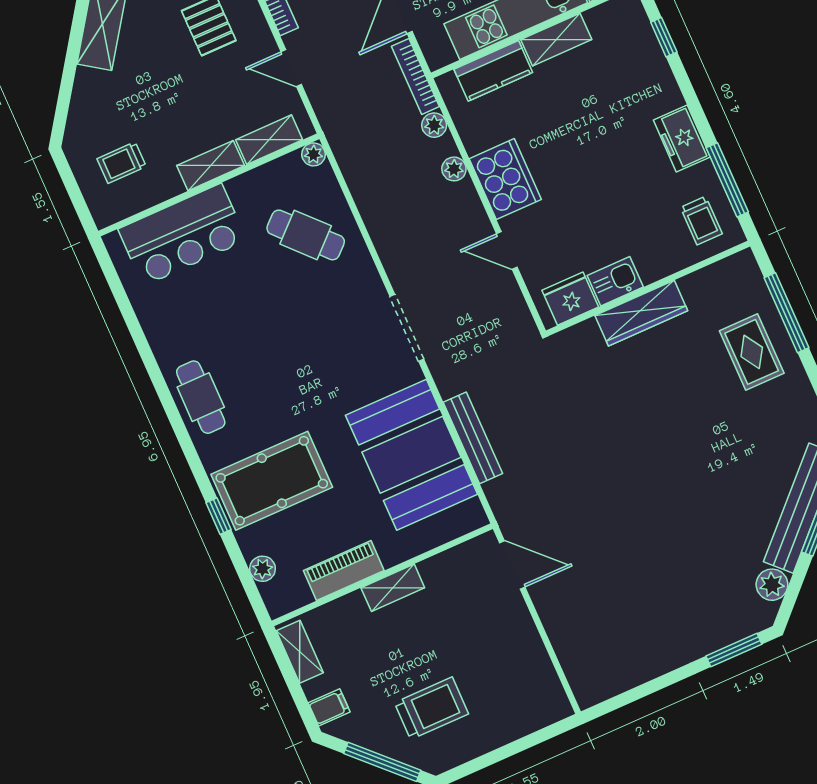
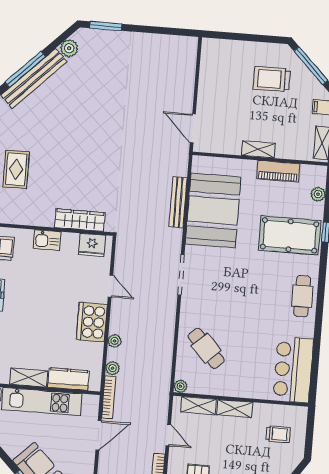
bar counter: (182, 235) -> (293, 370), moved, turned -90
kitchen sink: (615, 281) -> (47, 240), moved
wardrobe: (641, 313) -> (80, 220), moved

